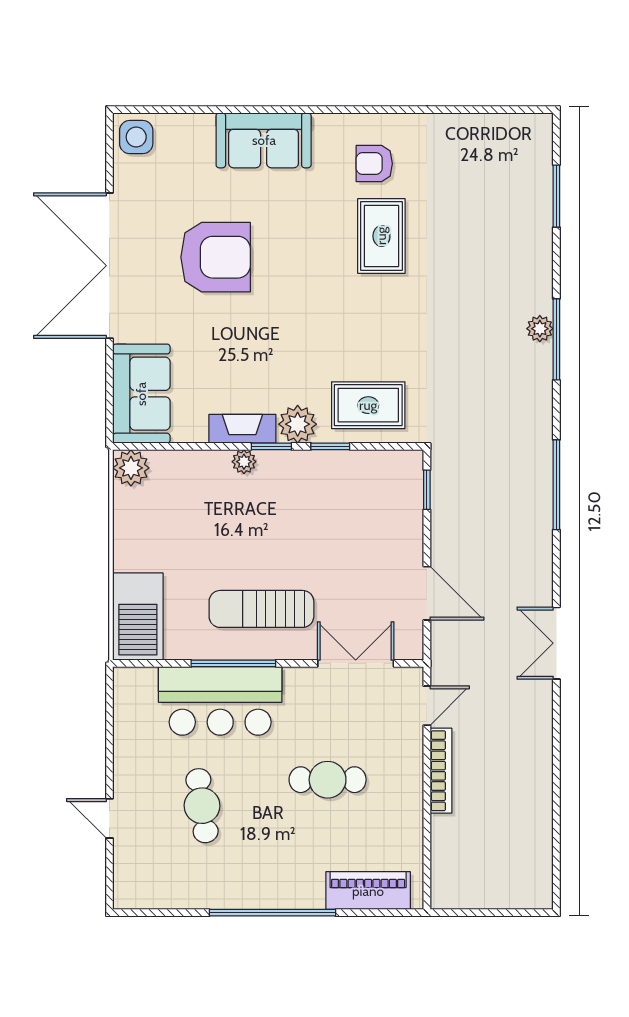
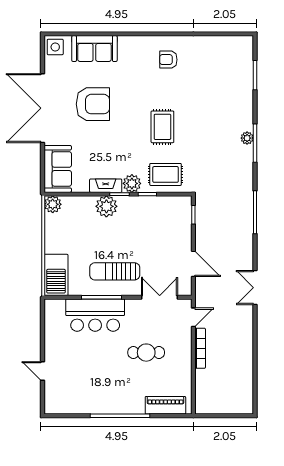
sofa: (264, 140) -> (94, 49), moved
rug: (381, 236) -> (162, 127), moved
plant: (244, 462) -> (106, 206), width x1.87, depth x1.87
cafe table: (202, 806) -> (86, 365), removed

